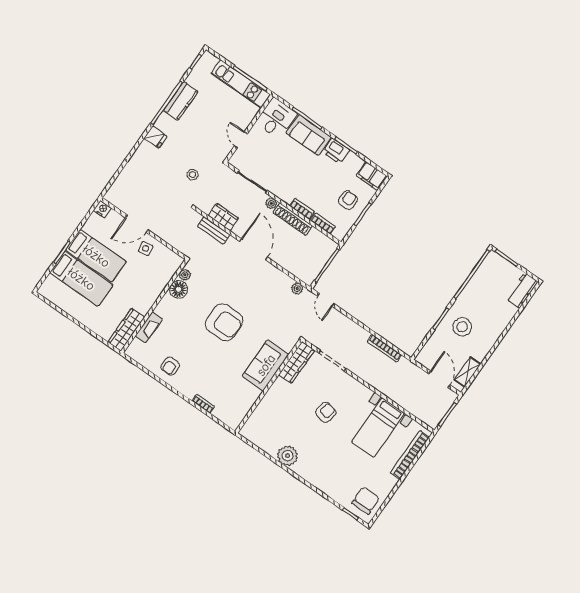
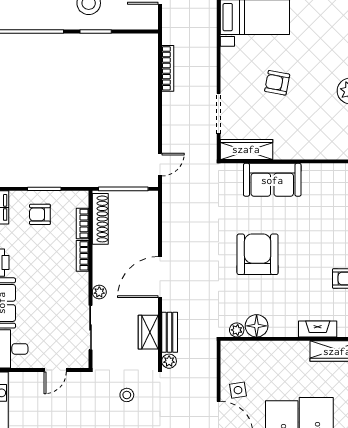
shoe rack: (293, 219) -> (100, 219), moved
plant: (297, 289) -> (169, 361), moved

